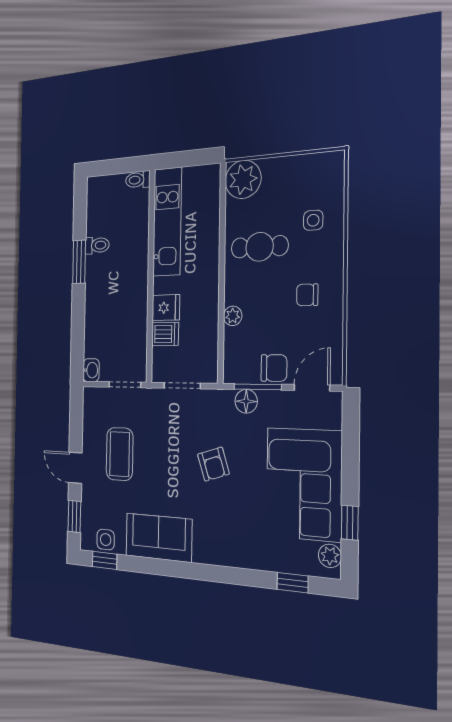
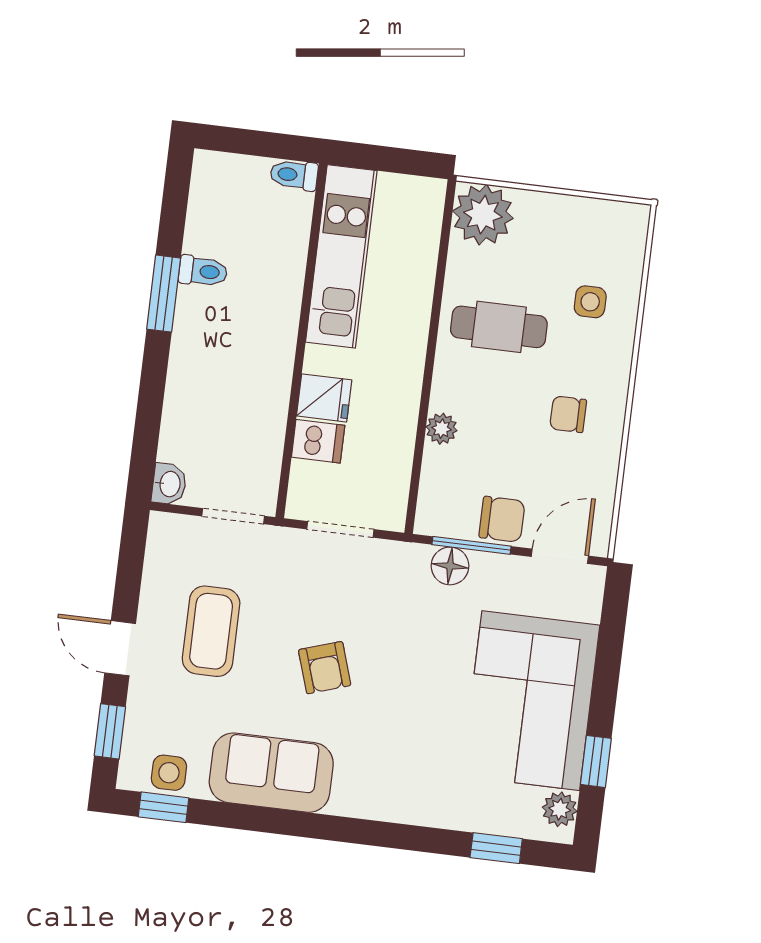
armchair: (213, 464) -> (325, 668), moved

